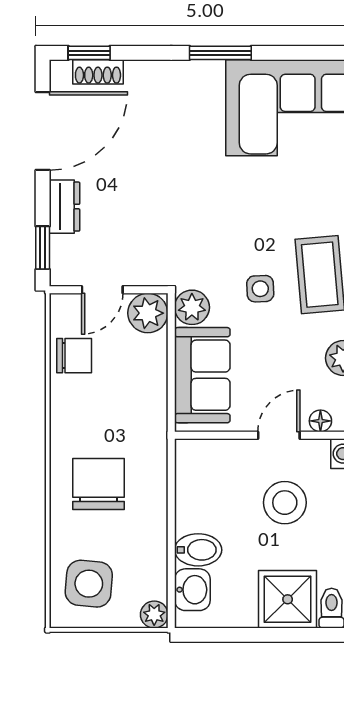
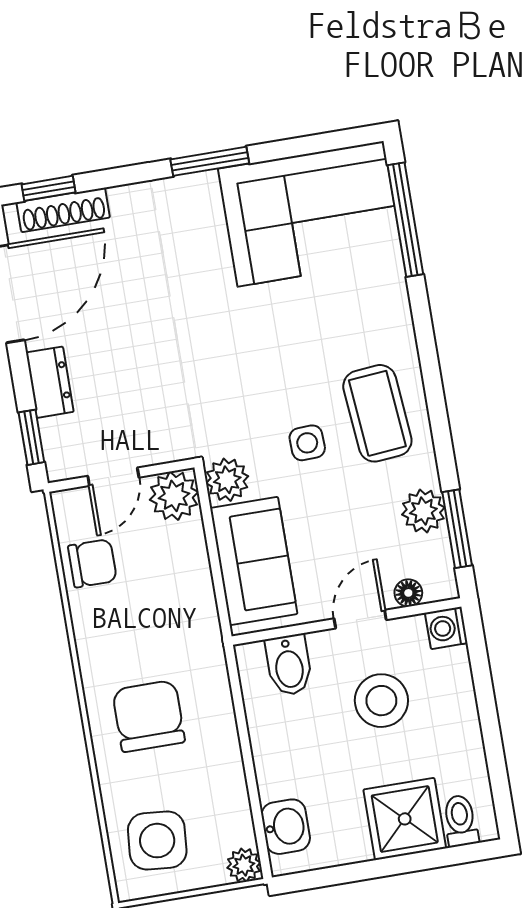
shoe rack: (98, 72) -> (63, 210), width x1.43
bidet: (198, 550) -> (289, 665), moved, turned 90

